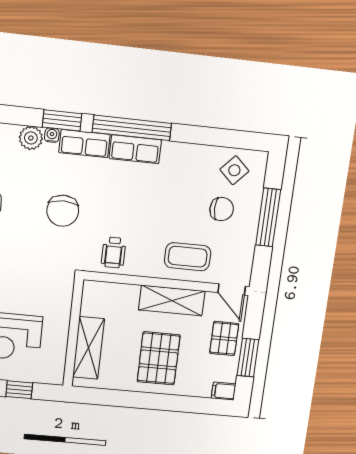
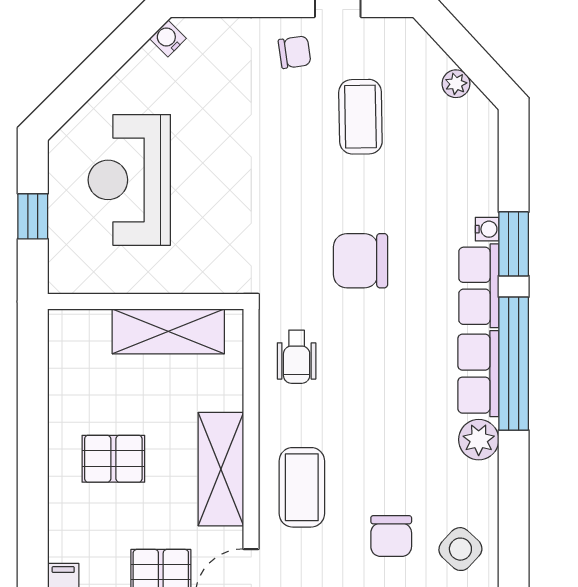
plant: (31, 138) -> (479, 440), moved
wheelchair: (114, 252) -> (297, 357), turned -90
shelving: (88, 348) -> (168, 331), moved
pallet: (159, 358) -> (113, 459), width x0.67, depth x0.71

